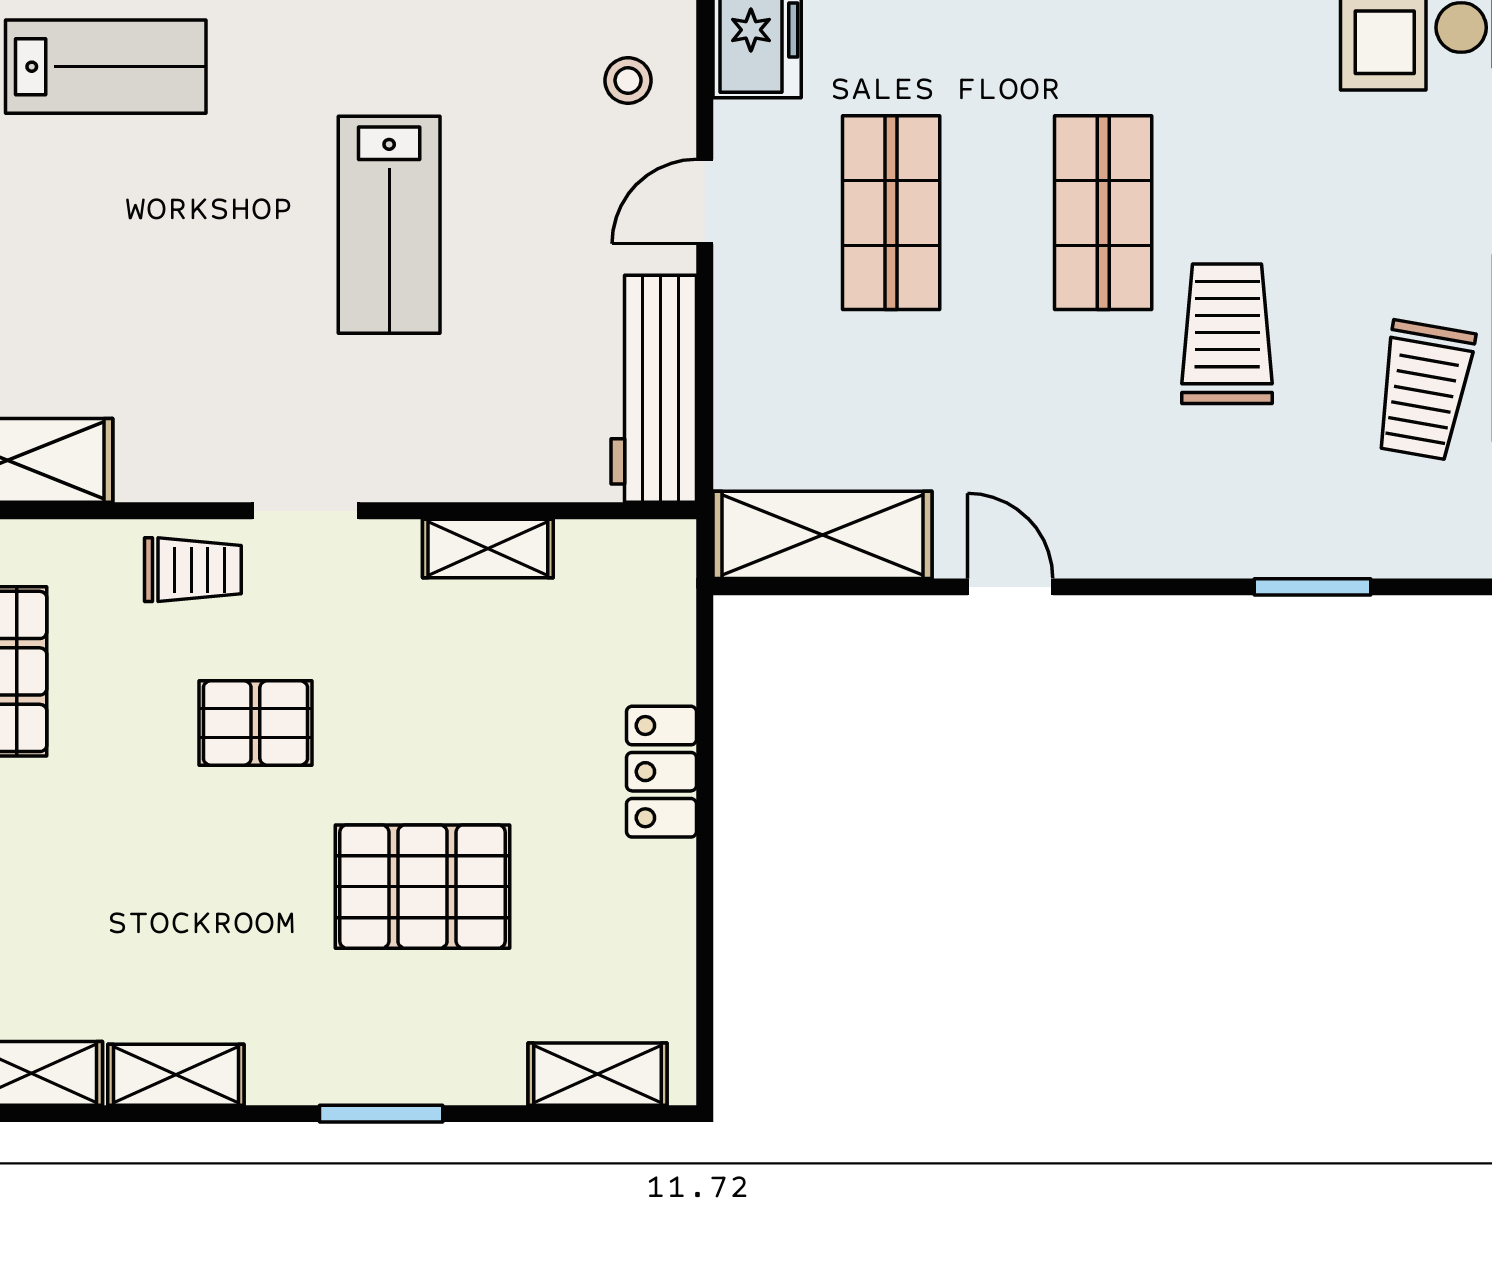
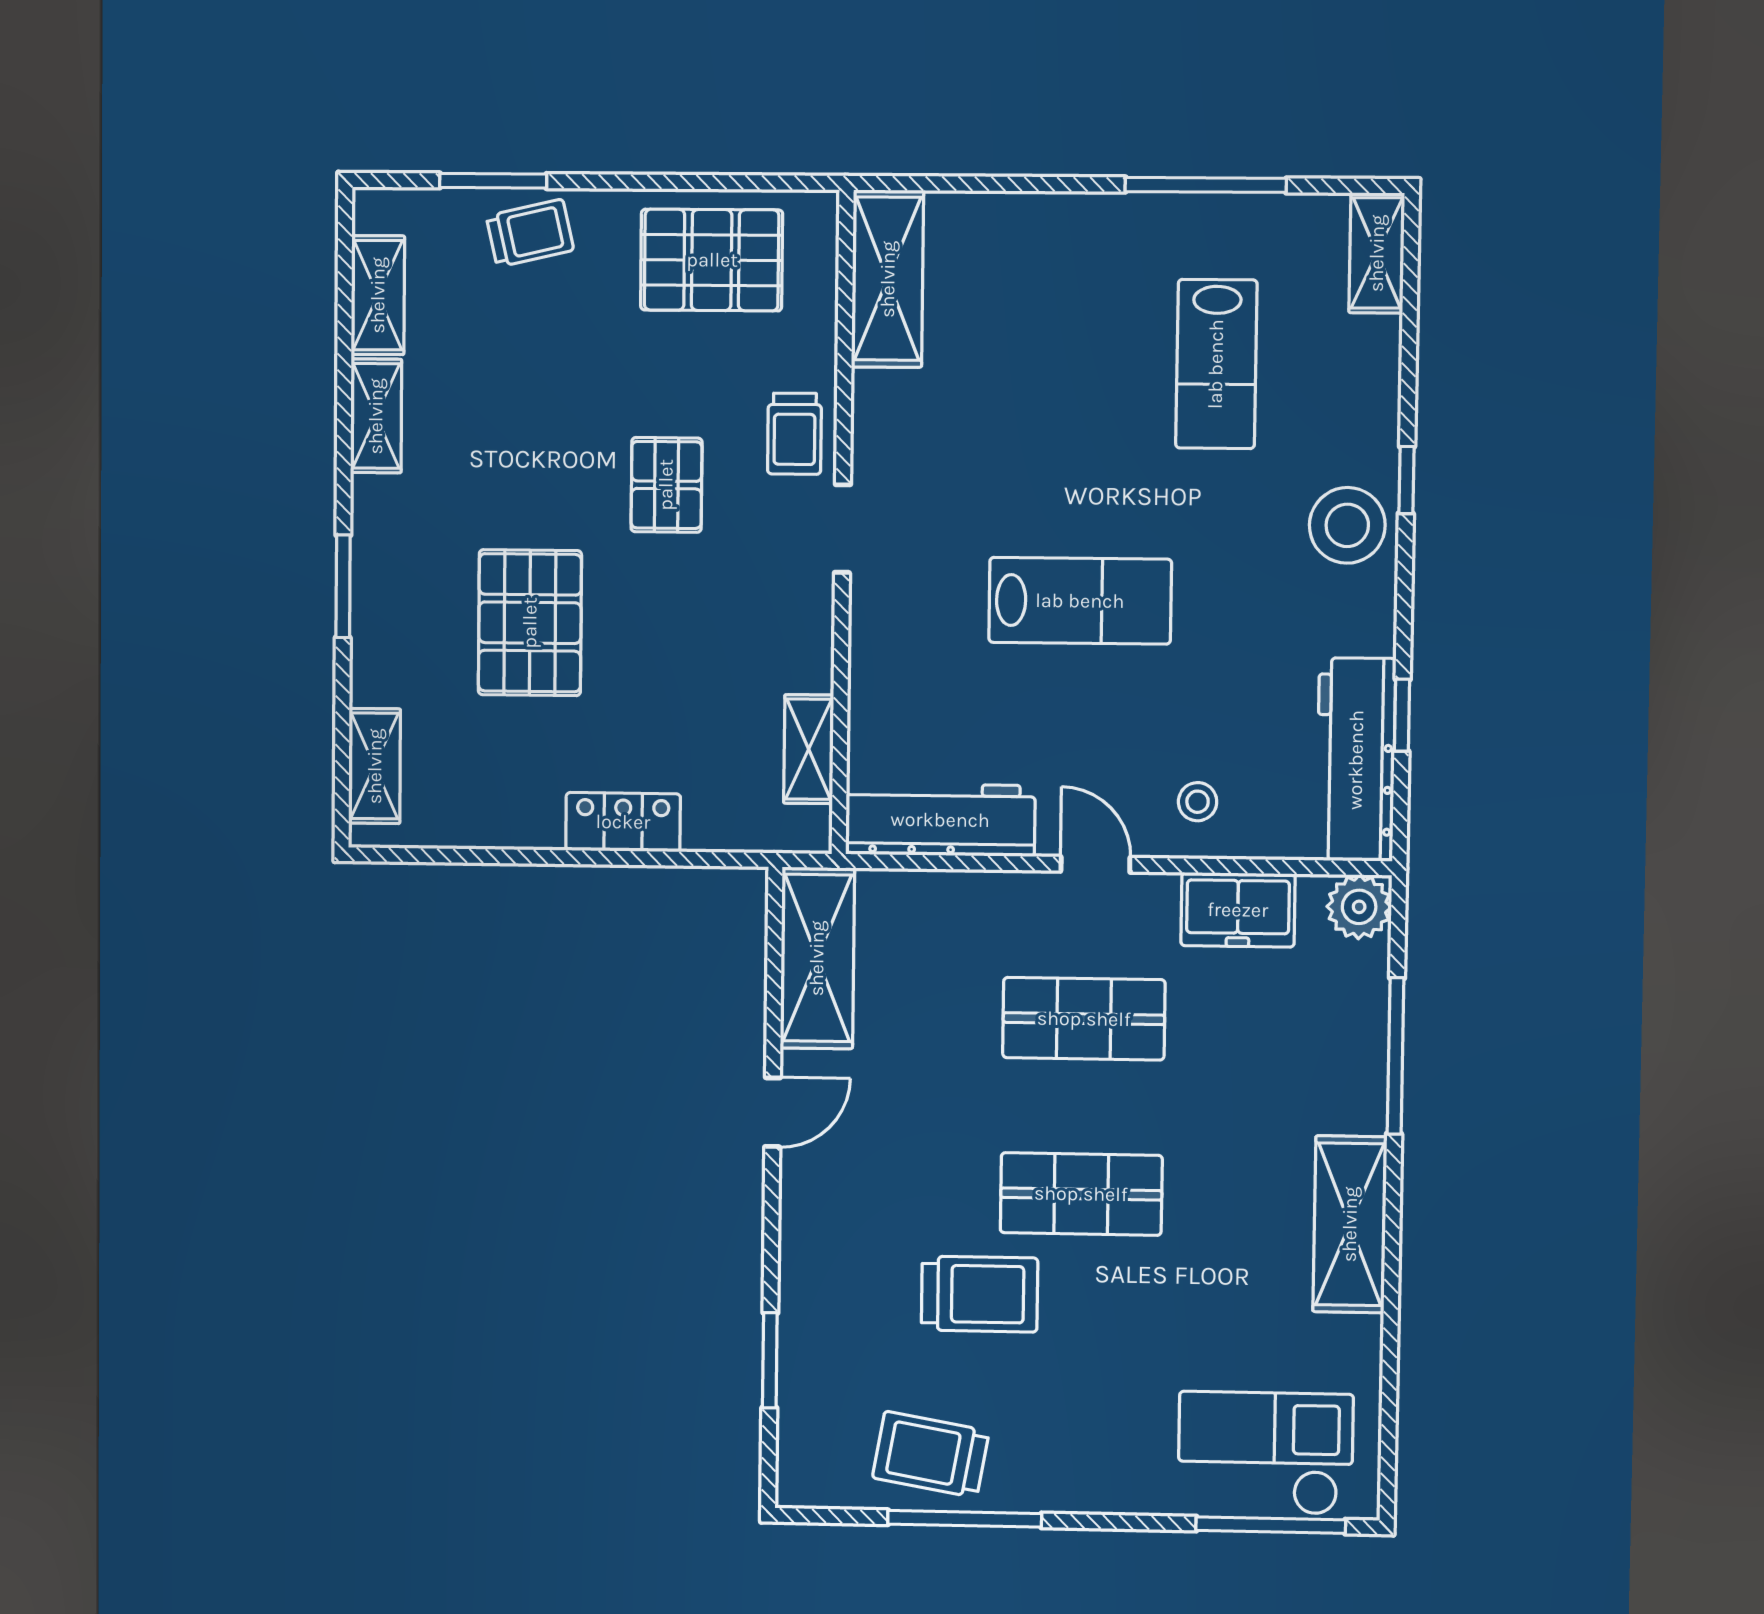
lab bench: (389, 225) -> (1080, 601), turned 180
shelving: (488, 548) -> (809, 749), moved

